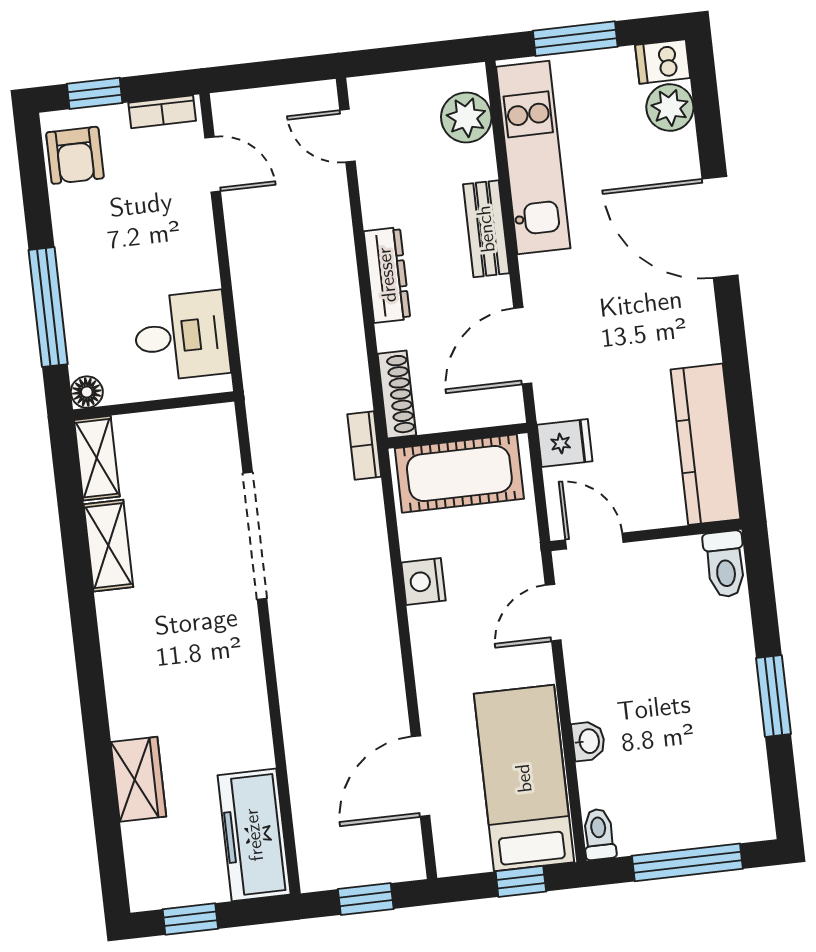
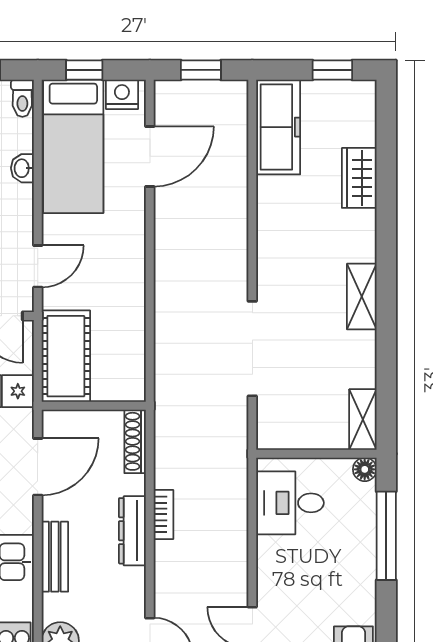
bookcase: (364, 446) -> (163, 514), moved
cot: (459, 473) -> (66, 356), moved, turned 90
shelving: (108, 546) -> (362, 297), moved
nightstand: (423, 581) -> (122, 94), moved, turned -90

